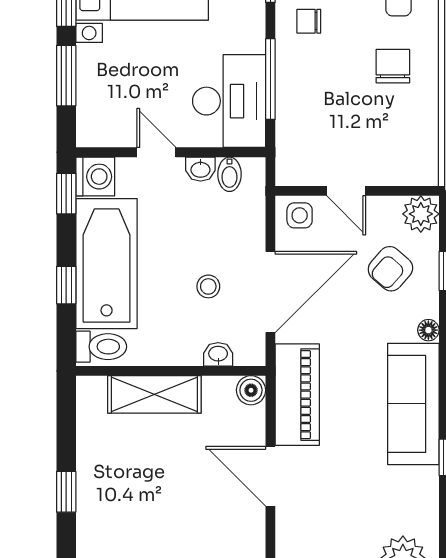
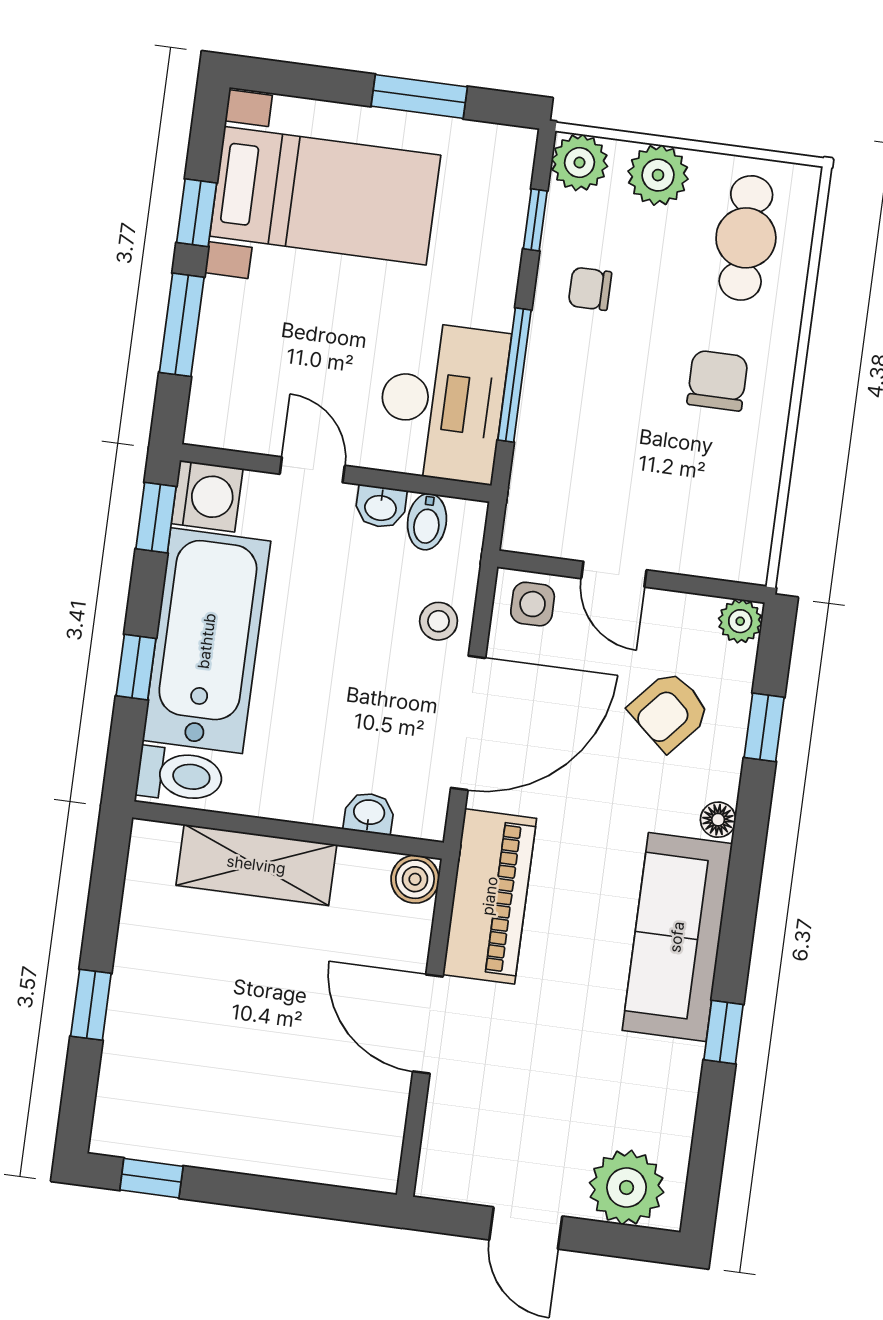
plant: (421, 214) -> (740, 621), width x0.73, depth x0.73
stool: (208, 286) -> (439, 621), moved

